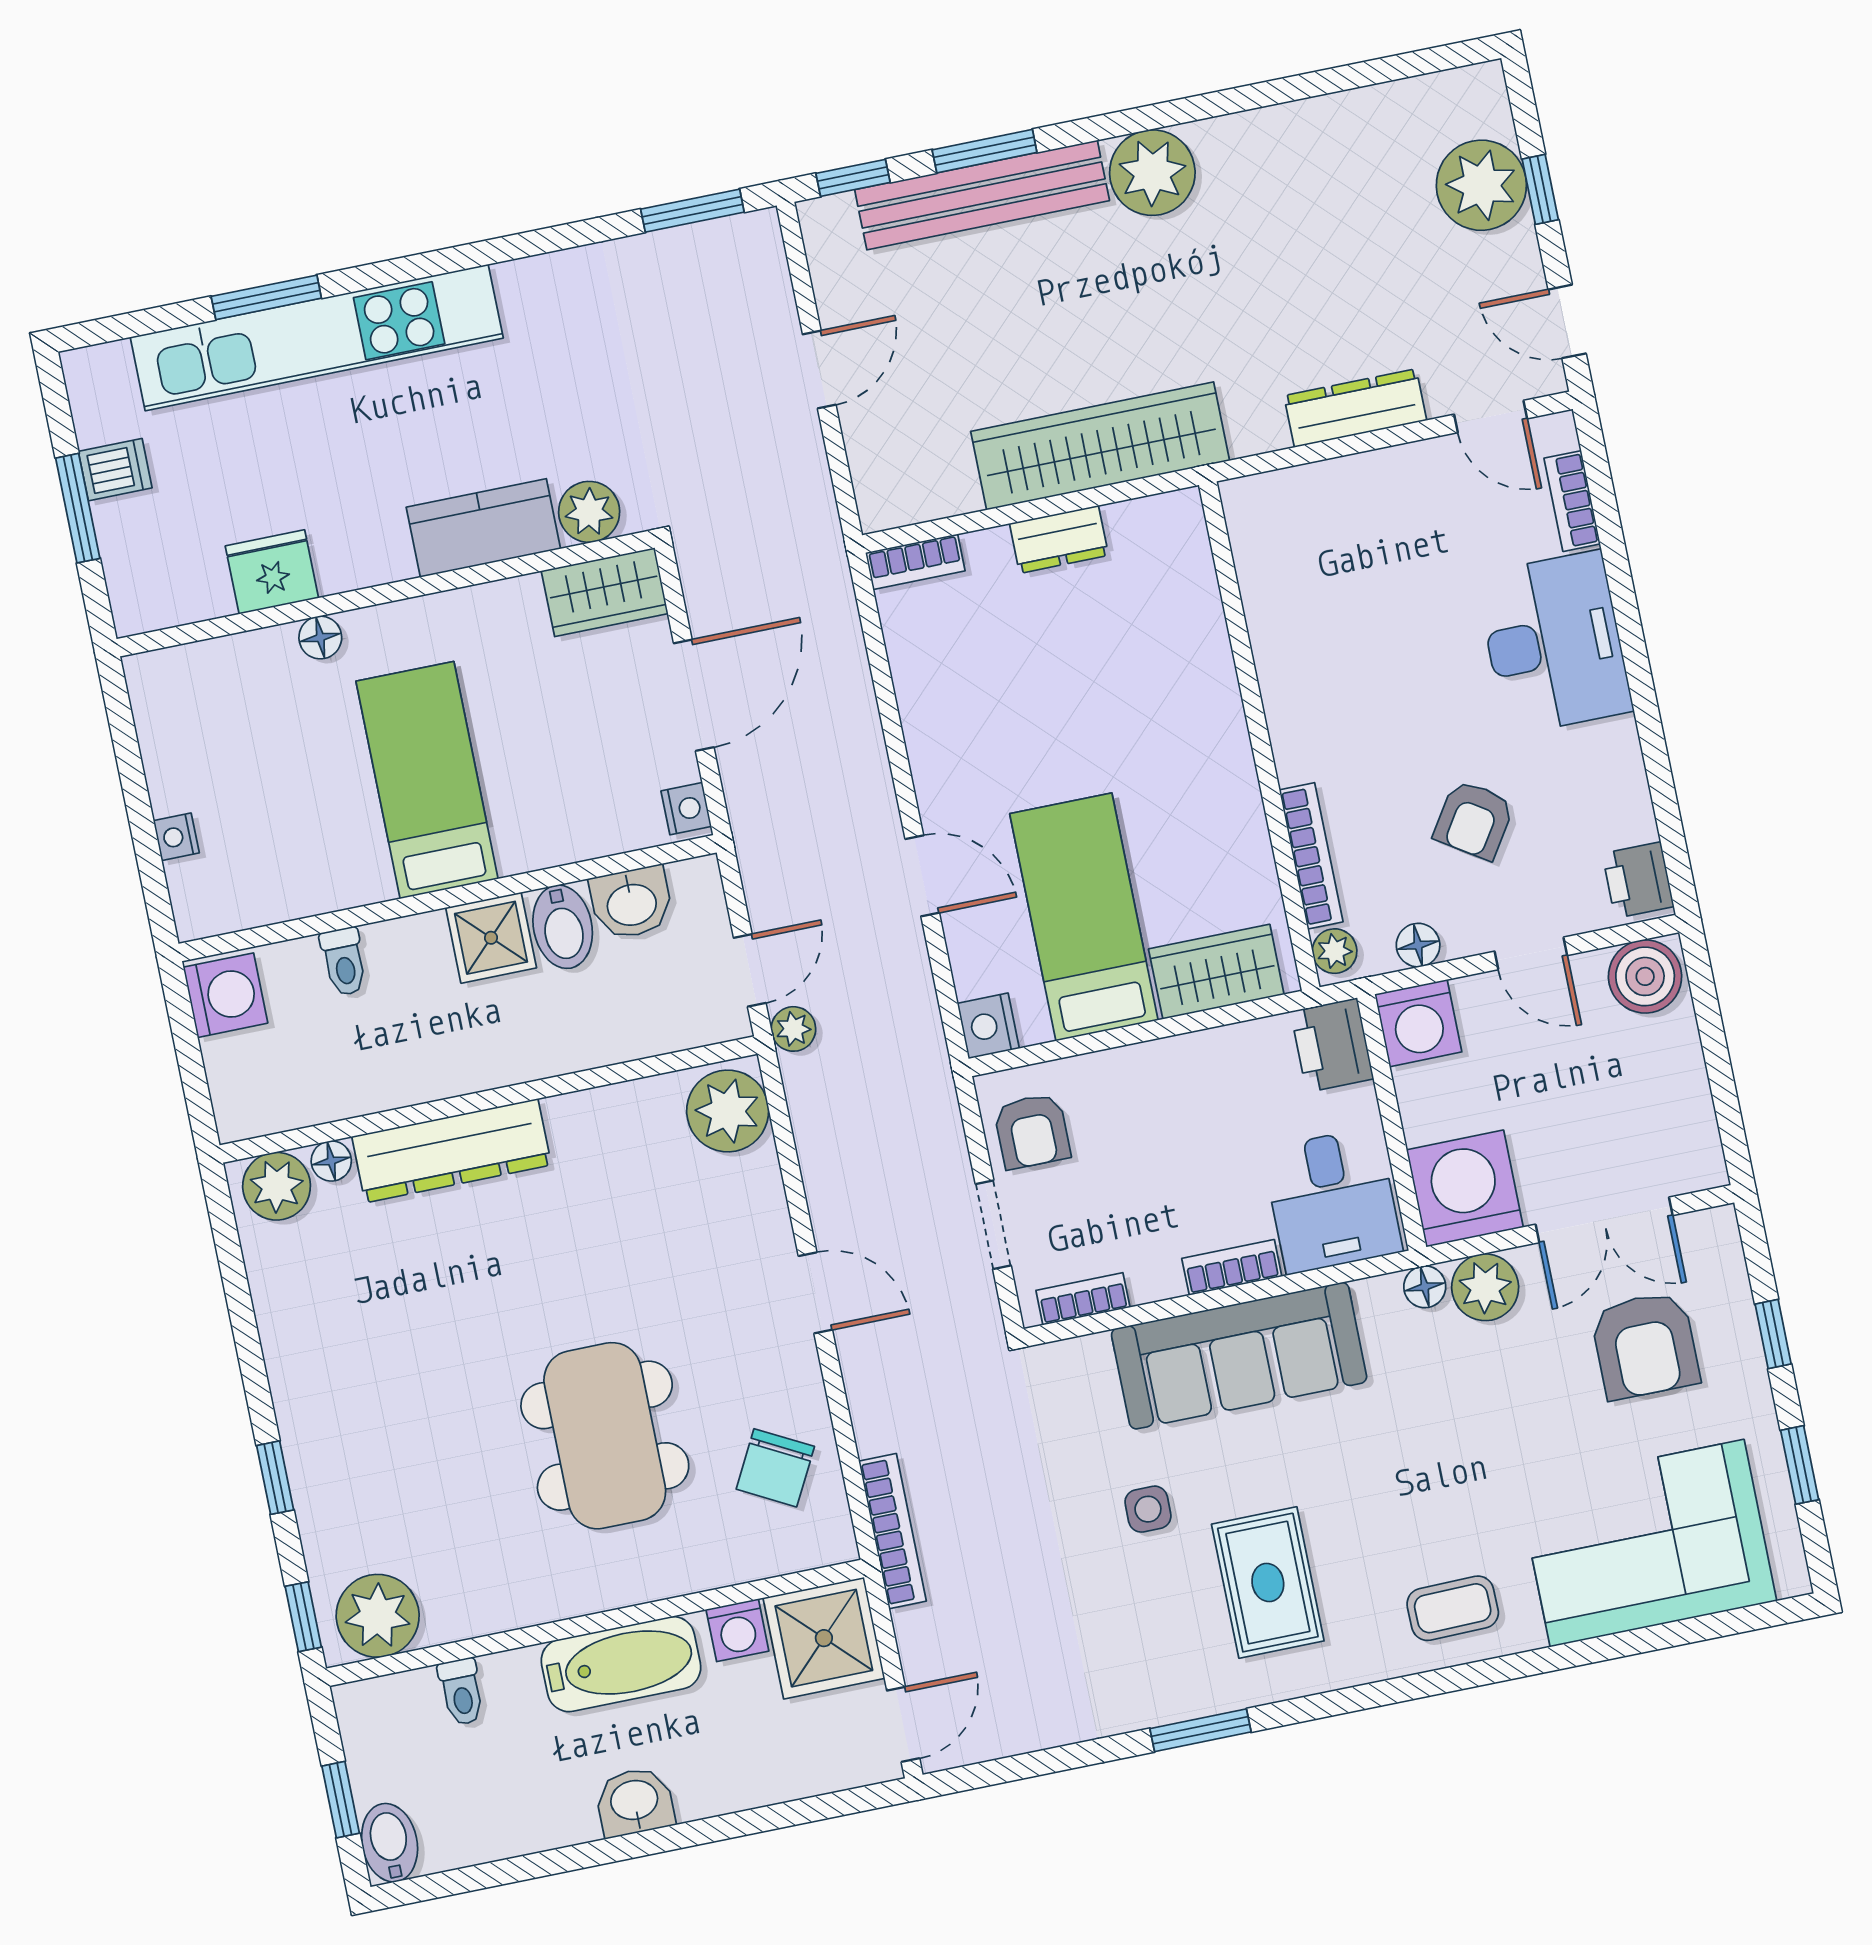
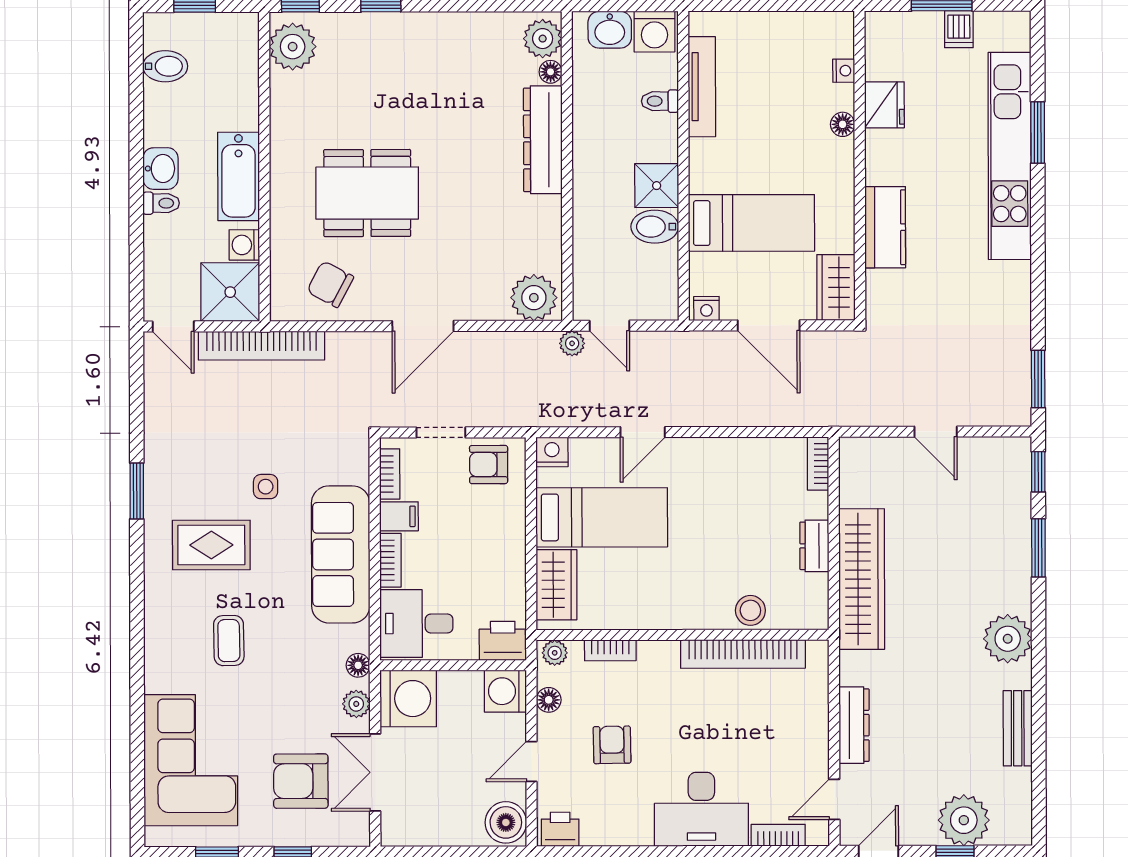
bench: (982, 195) -> (1018, 728), moved, width x0.54, depth x0.82
plant: (589, 512) -> (882, 288), removed
bookcase: (1271, 625) -> (743, 654), added
stool: (1193, 627) -> (750, 610), added
bed: (427, 780) -> (752, 223), moved
armchair: (1474, 820) -> (612, 745), turned 56
nightstand: (176, 837) -> (844, 71), moved, turned 90
bookcase: (1311, 856) -> (610, 650), width x0.64
tv unit: (304, 894) -> (702, 87), added
washbasin: (631, 903) -> (610, 30), moved, turned -90
filing cabinet: (1153, 1268) -> (399, 516), added
plant: (1485, 1287) -> (356, 704), width x0.73, depth x0.73
door: (815, 1293) -> (423, 326), width x1.38
bookcase: (893, 1531) -> (261, 346), width x1.48, depth x1.31
coffee table: (1453, 1608) -> (229, 641), moved
toilet: (461, 1692) -> (161, 203), moved, turned 180
bidet: (390, 1843) -> (165, 66), moved

